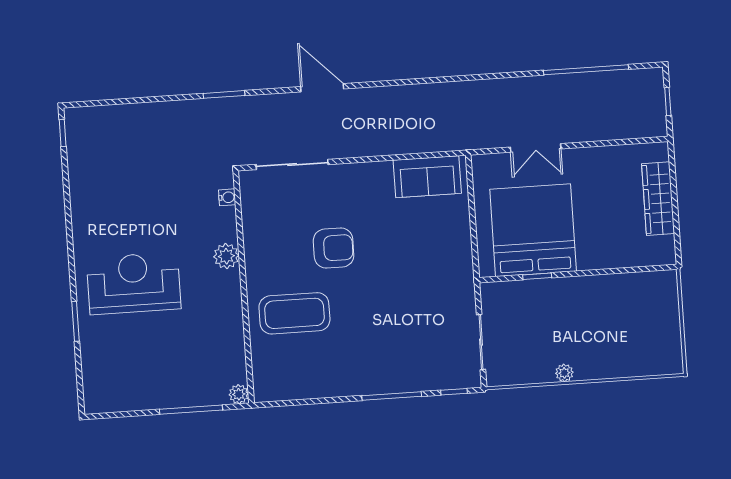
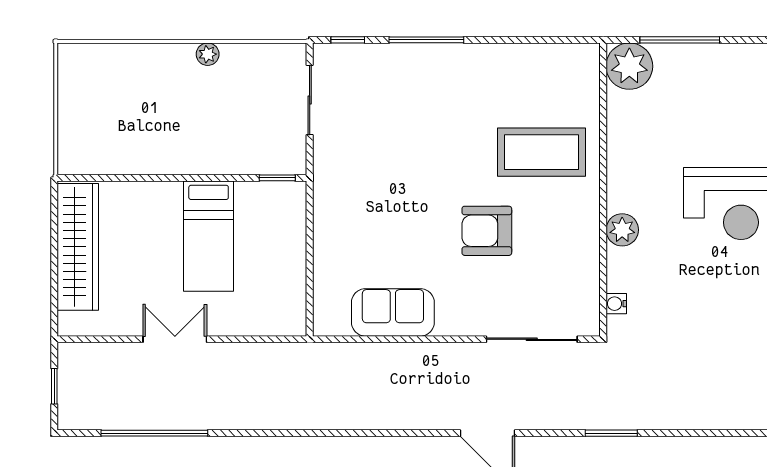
double door: (536, 148) -> (175, 339), moved
sofa: (427, 177) -> (393, 312), moved
wardrobe: (658, 199) -> (78, 247), width x1.40, depth x1.17
bed: (533, 230) -> (209, 236), width x0.49
window: (537, 276) -> (277, 178), moved
plant: (239, 394) -> (629, 66), width x1.88, depth x1.88

